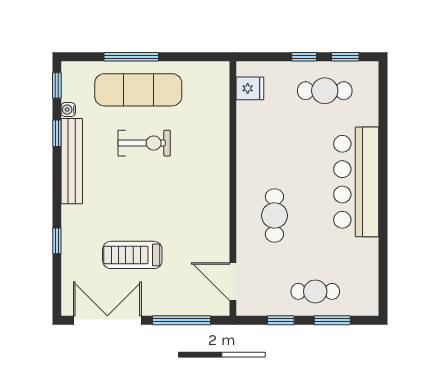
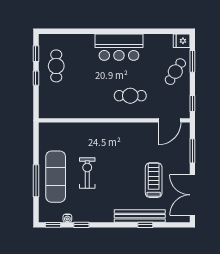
fridge: (250, 88) -> (182, 41), moved, turned -90
bench: (72, 161) -> (140, 216), moved
bar counter: (356, 182) -> (119, 47), width x0.73
treadmill: (132, 255) -> (154, 180), turned 180
cafe table: (315, 291) -> (175, 72), turned 32
window: (182, 320) -> (192, 151), width x0.69
window: (281, 320) -> (192, 104), moved

